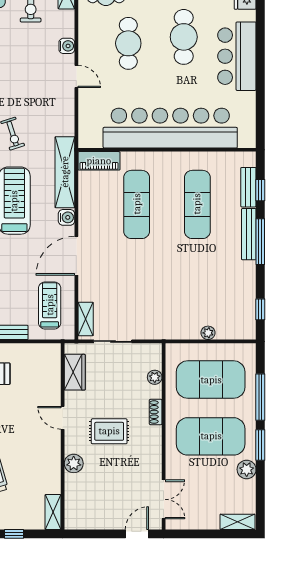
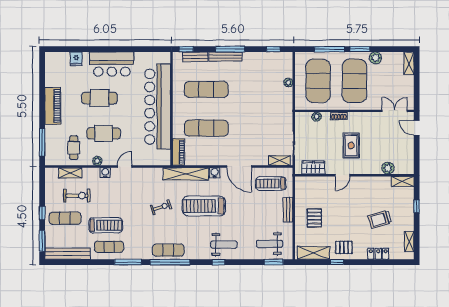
plant: (85, 34) -> (97, 161), added
window: (260, 190) -> (186, 49), moved
plant: (74, 463) -> (388, 168), moved

